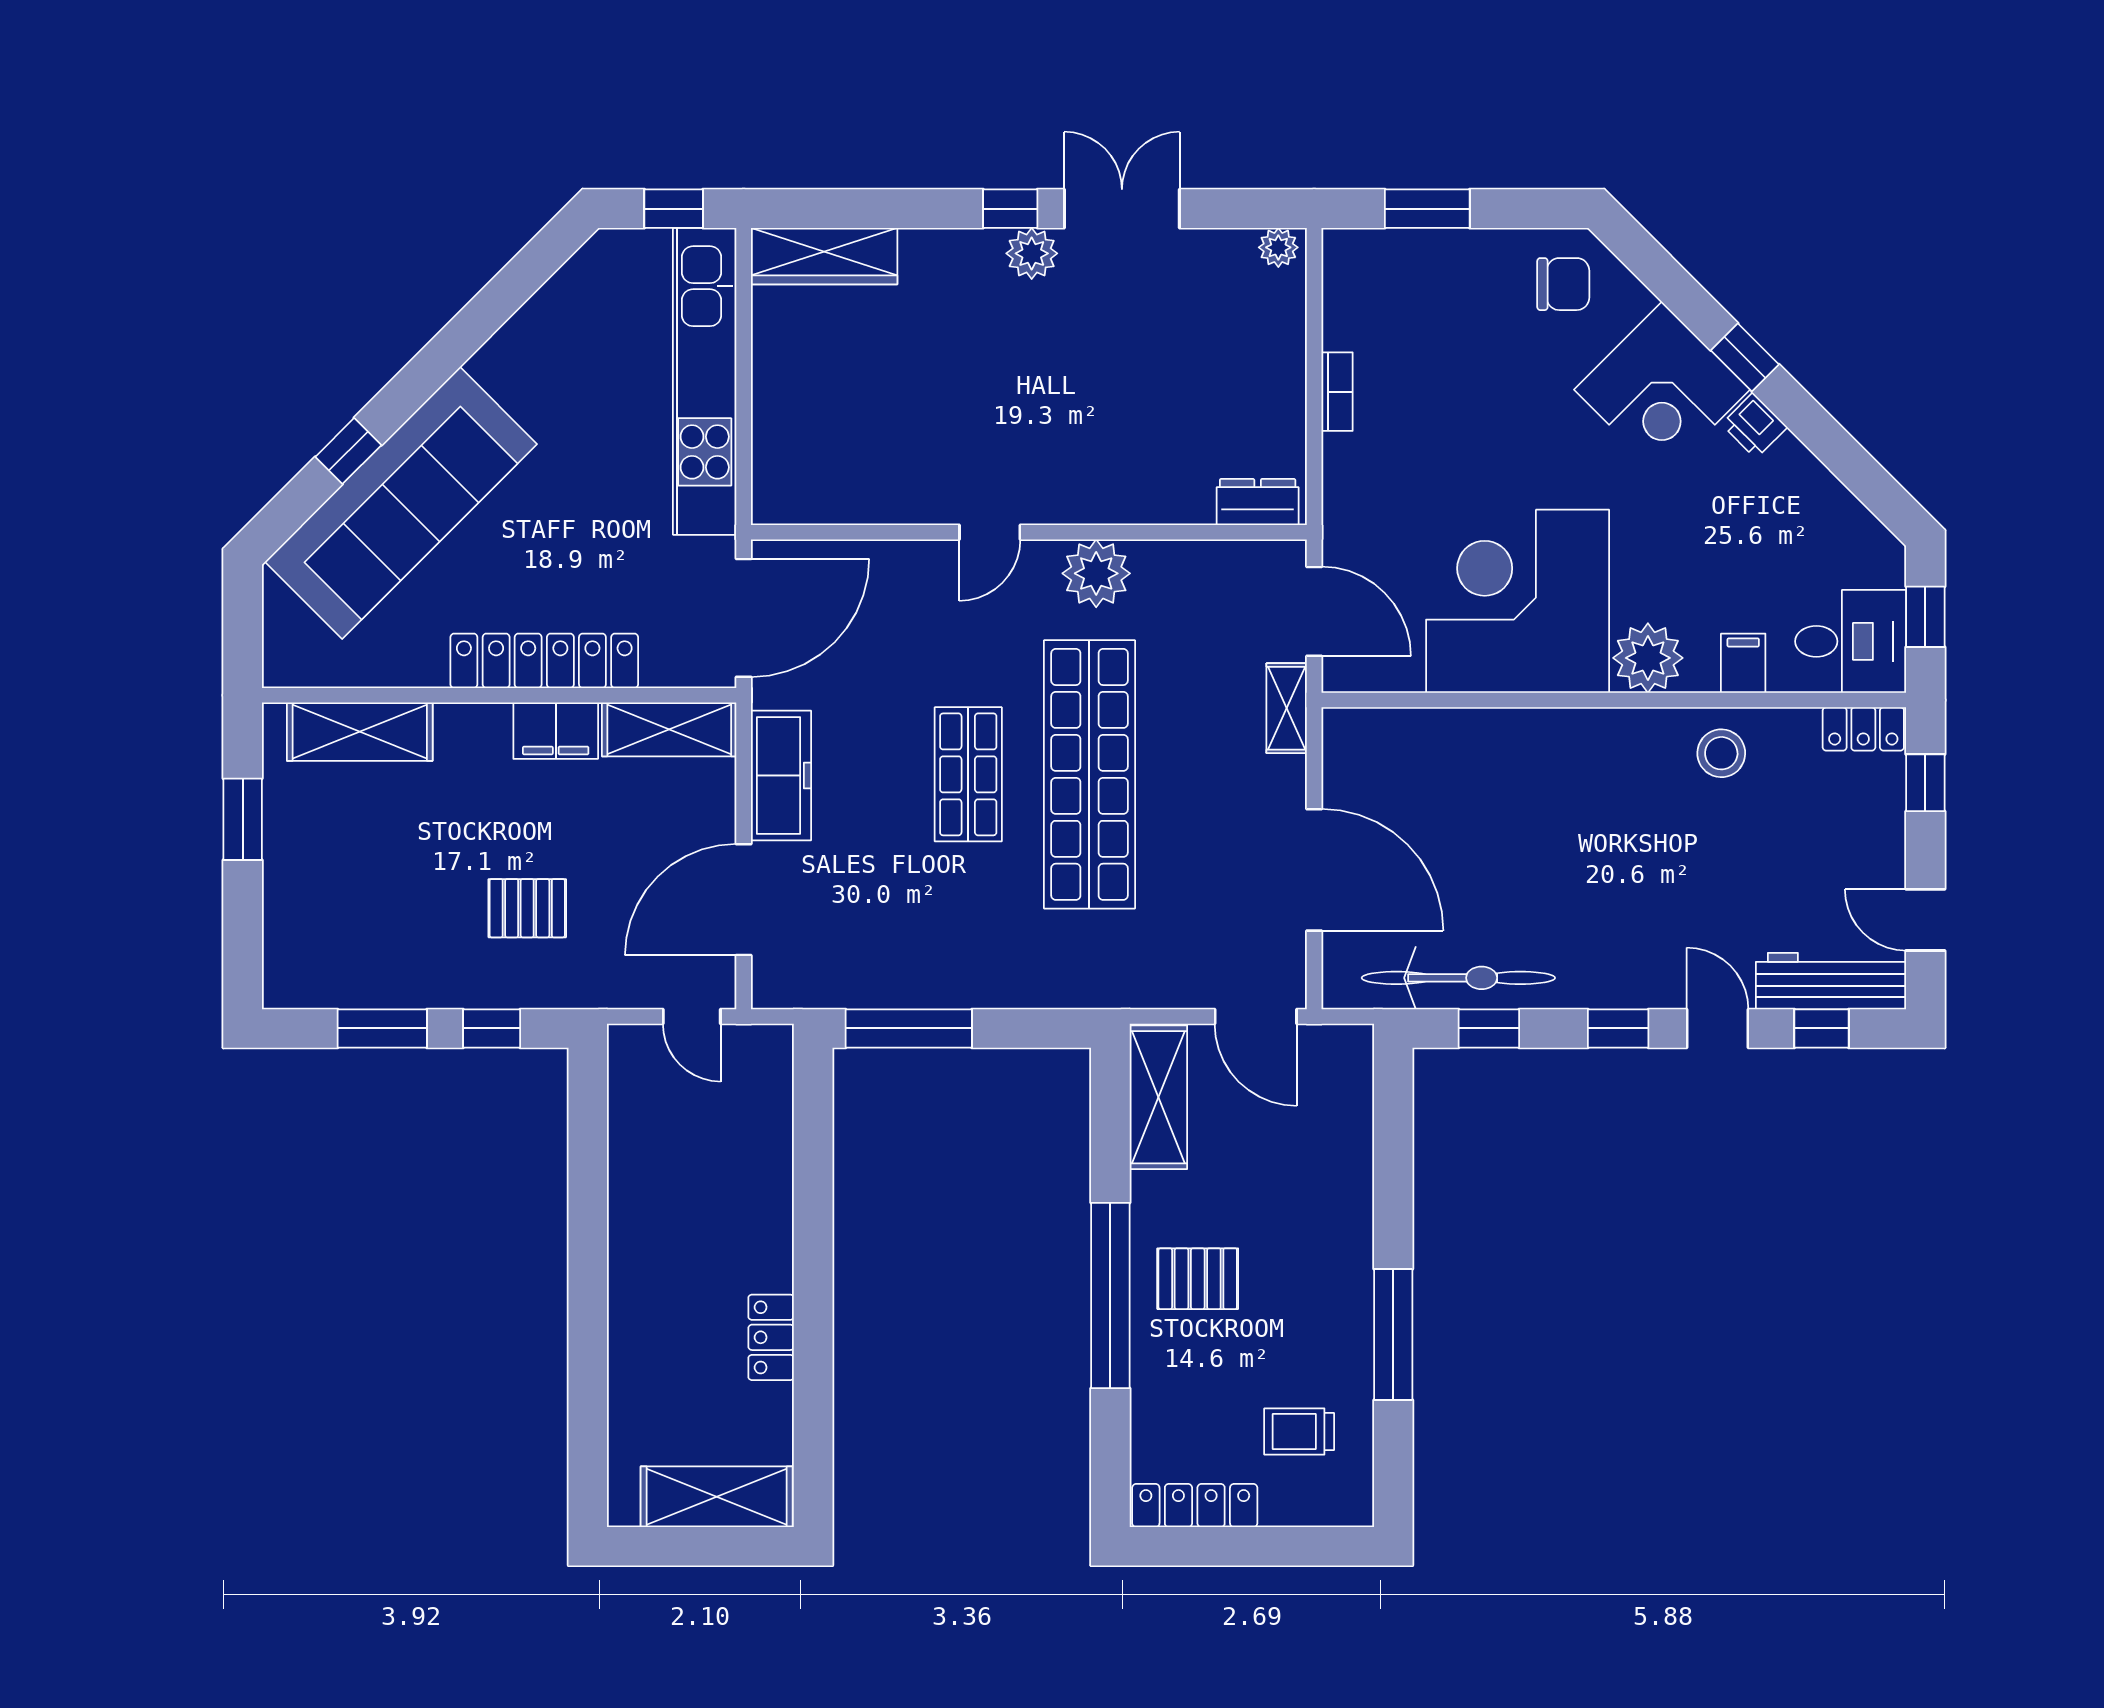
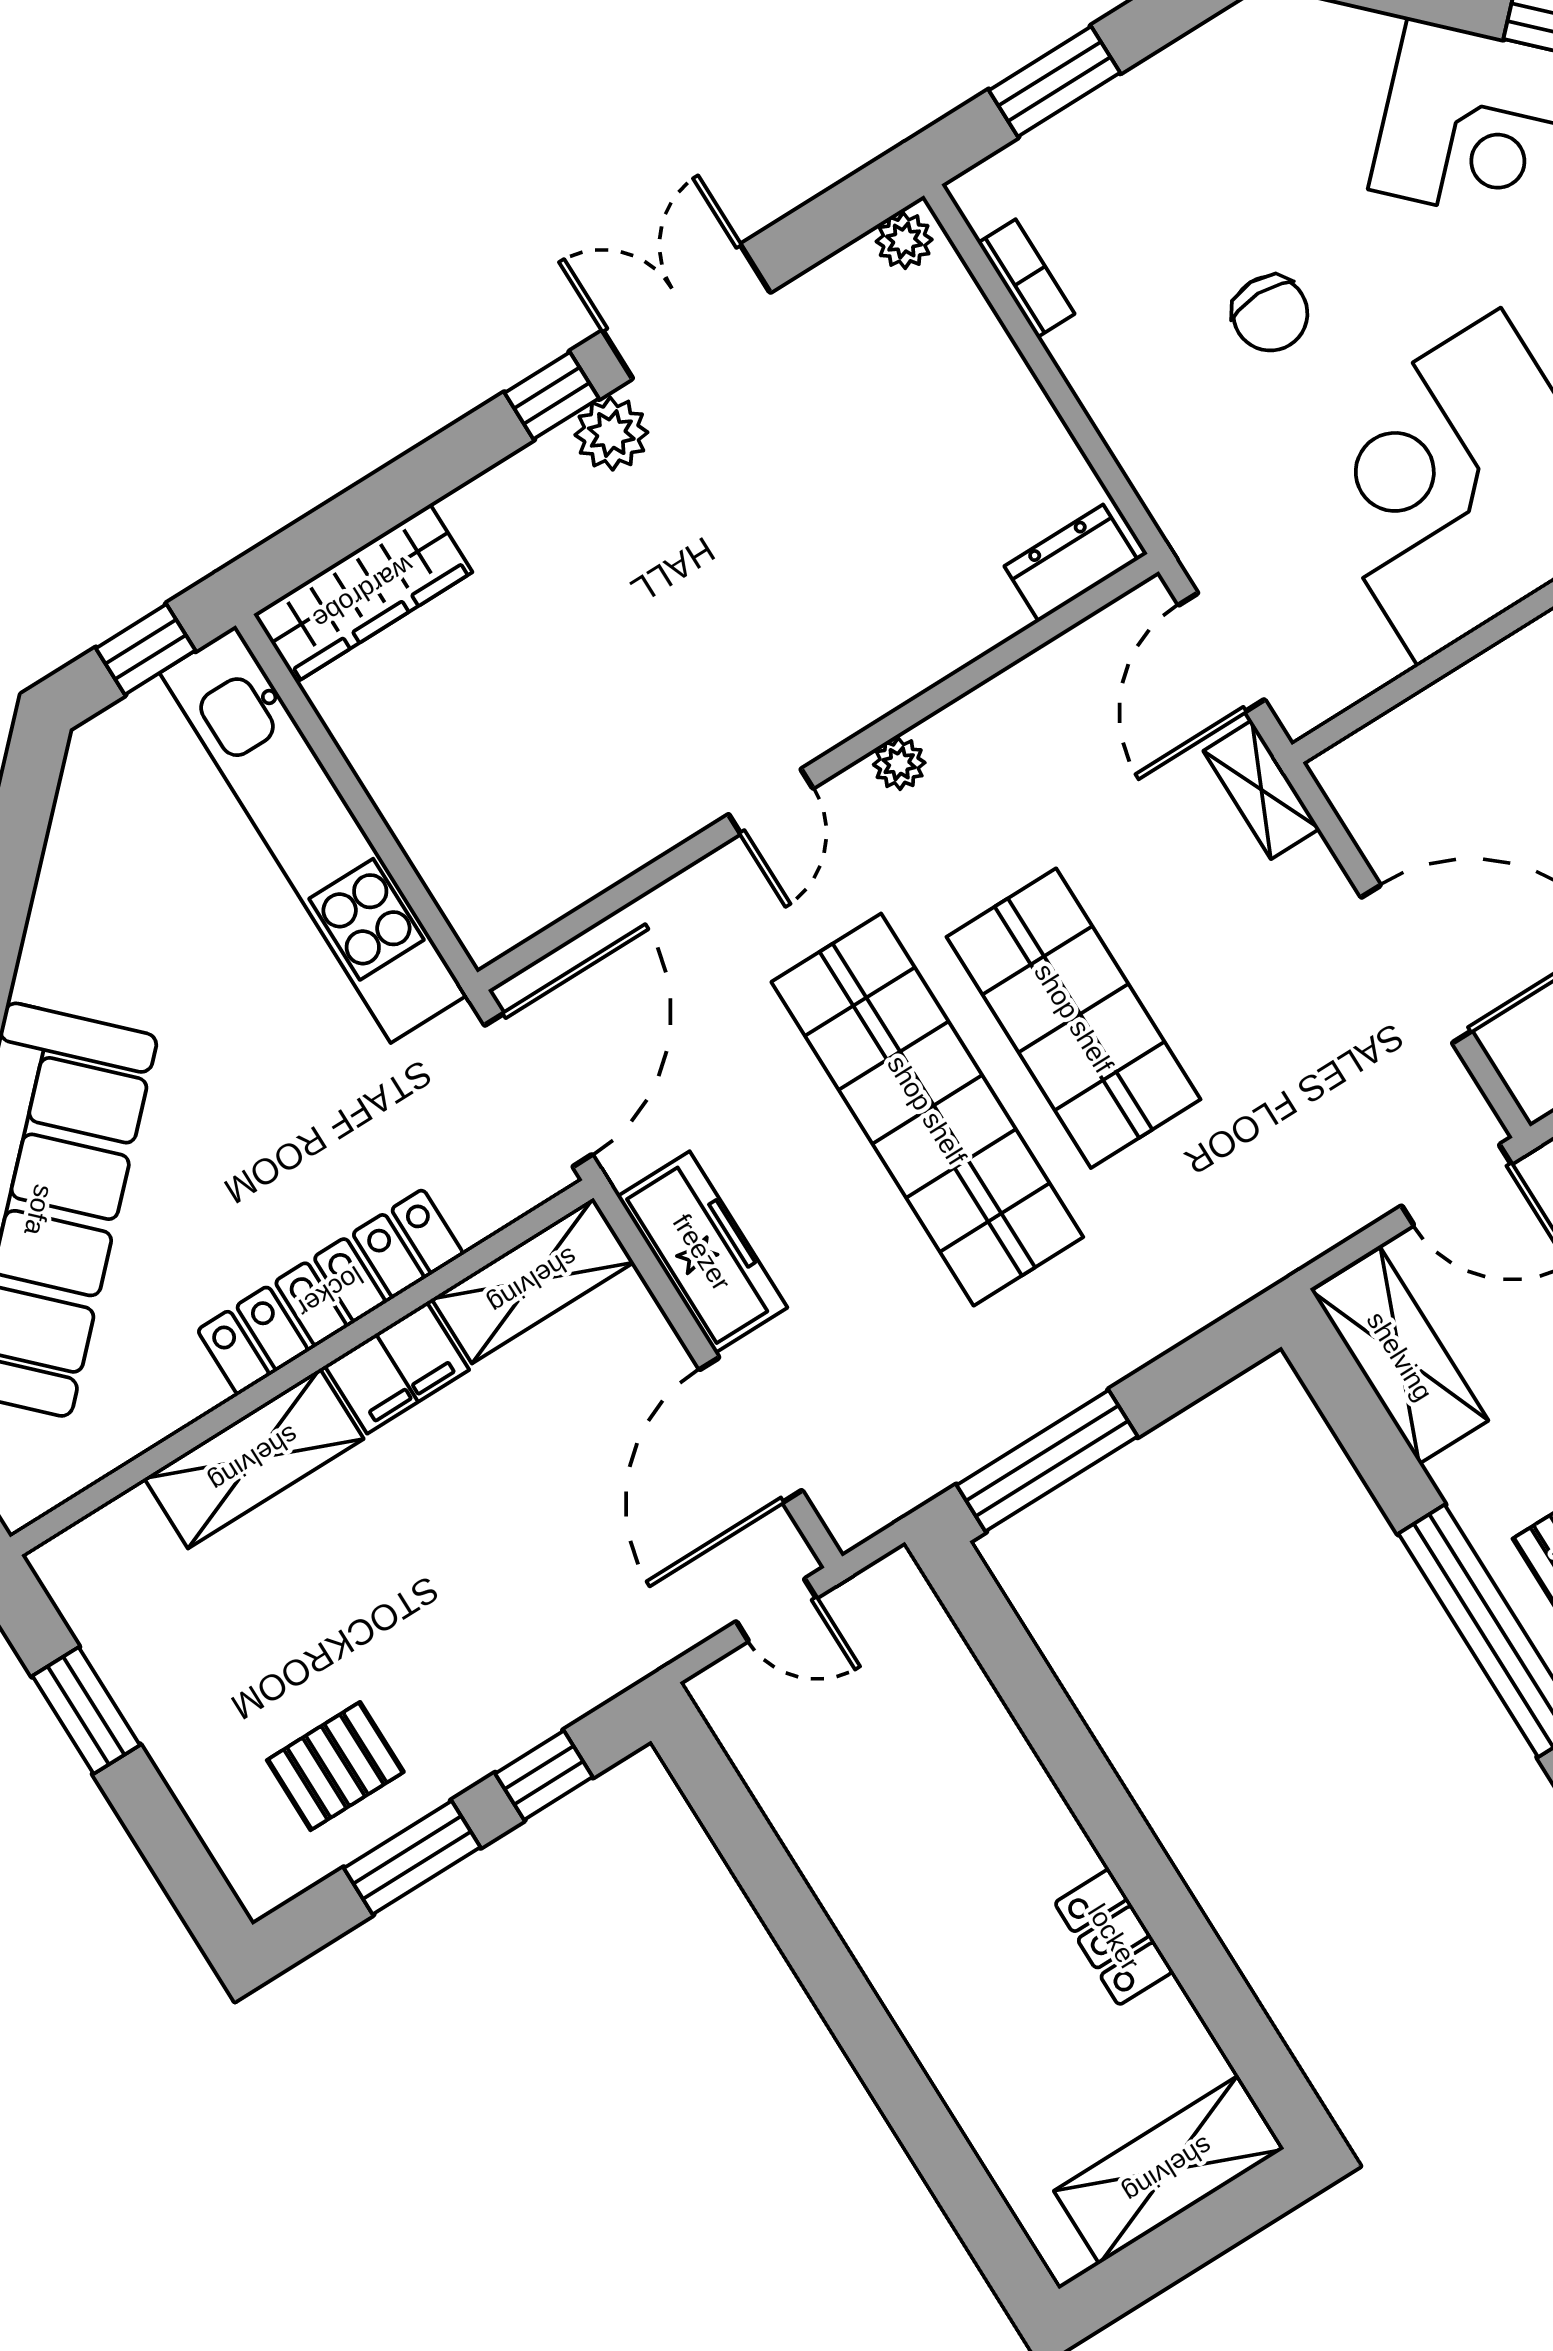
chair: (1563, 284) -> (1270, 313), moved, turned 90
bookcase: (1337, 392) -> (1026, 278), moved
plant: (1096, 573) -> (899, 764), width x0.53, depth x0.53
door: (1314, 611) -> (1222, 652), swing flipped
shelving: (360, 732) -> (254, 1459), moved
shop shelf: (968, 774) -> (927, 1110), width x2.00, depth x1.36
shop shelf: (1089, 774) -> (1074, 1018), width x0.71
pallet: (527, 908) -> (335, 1766), moved

